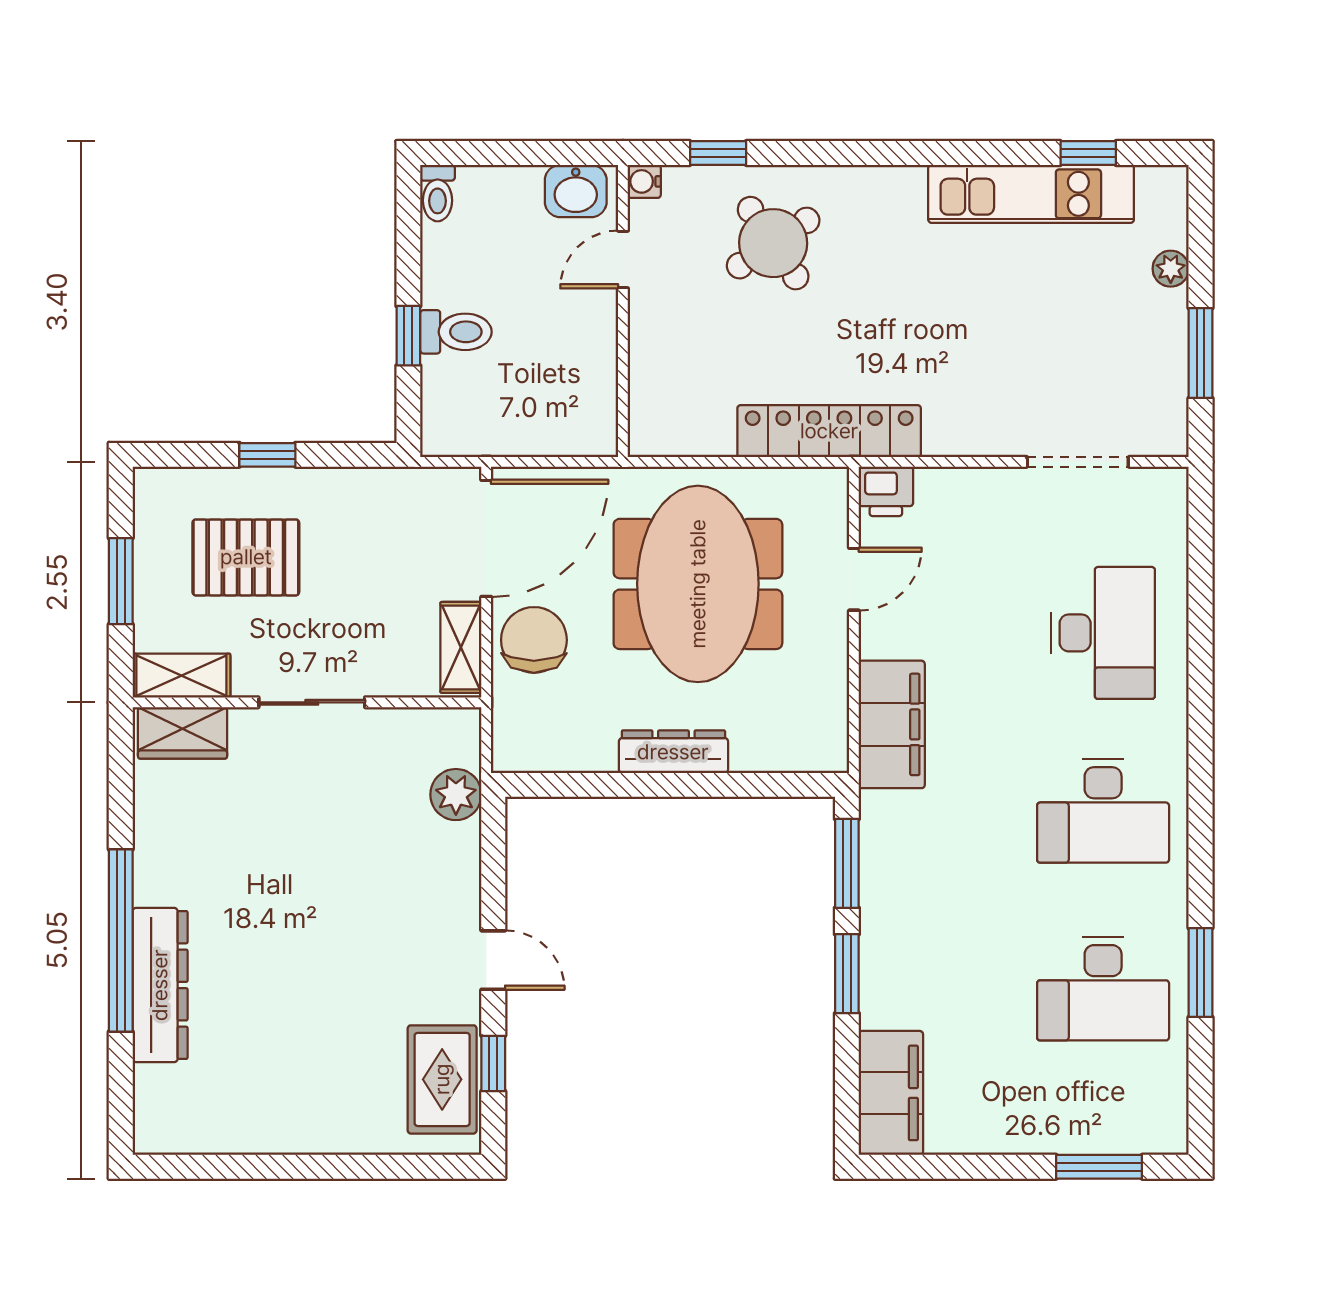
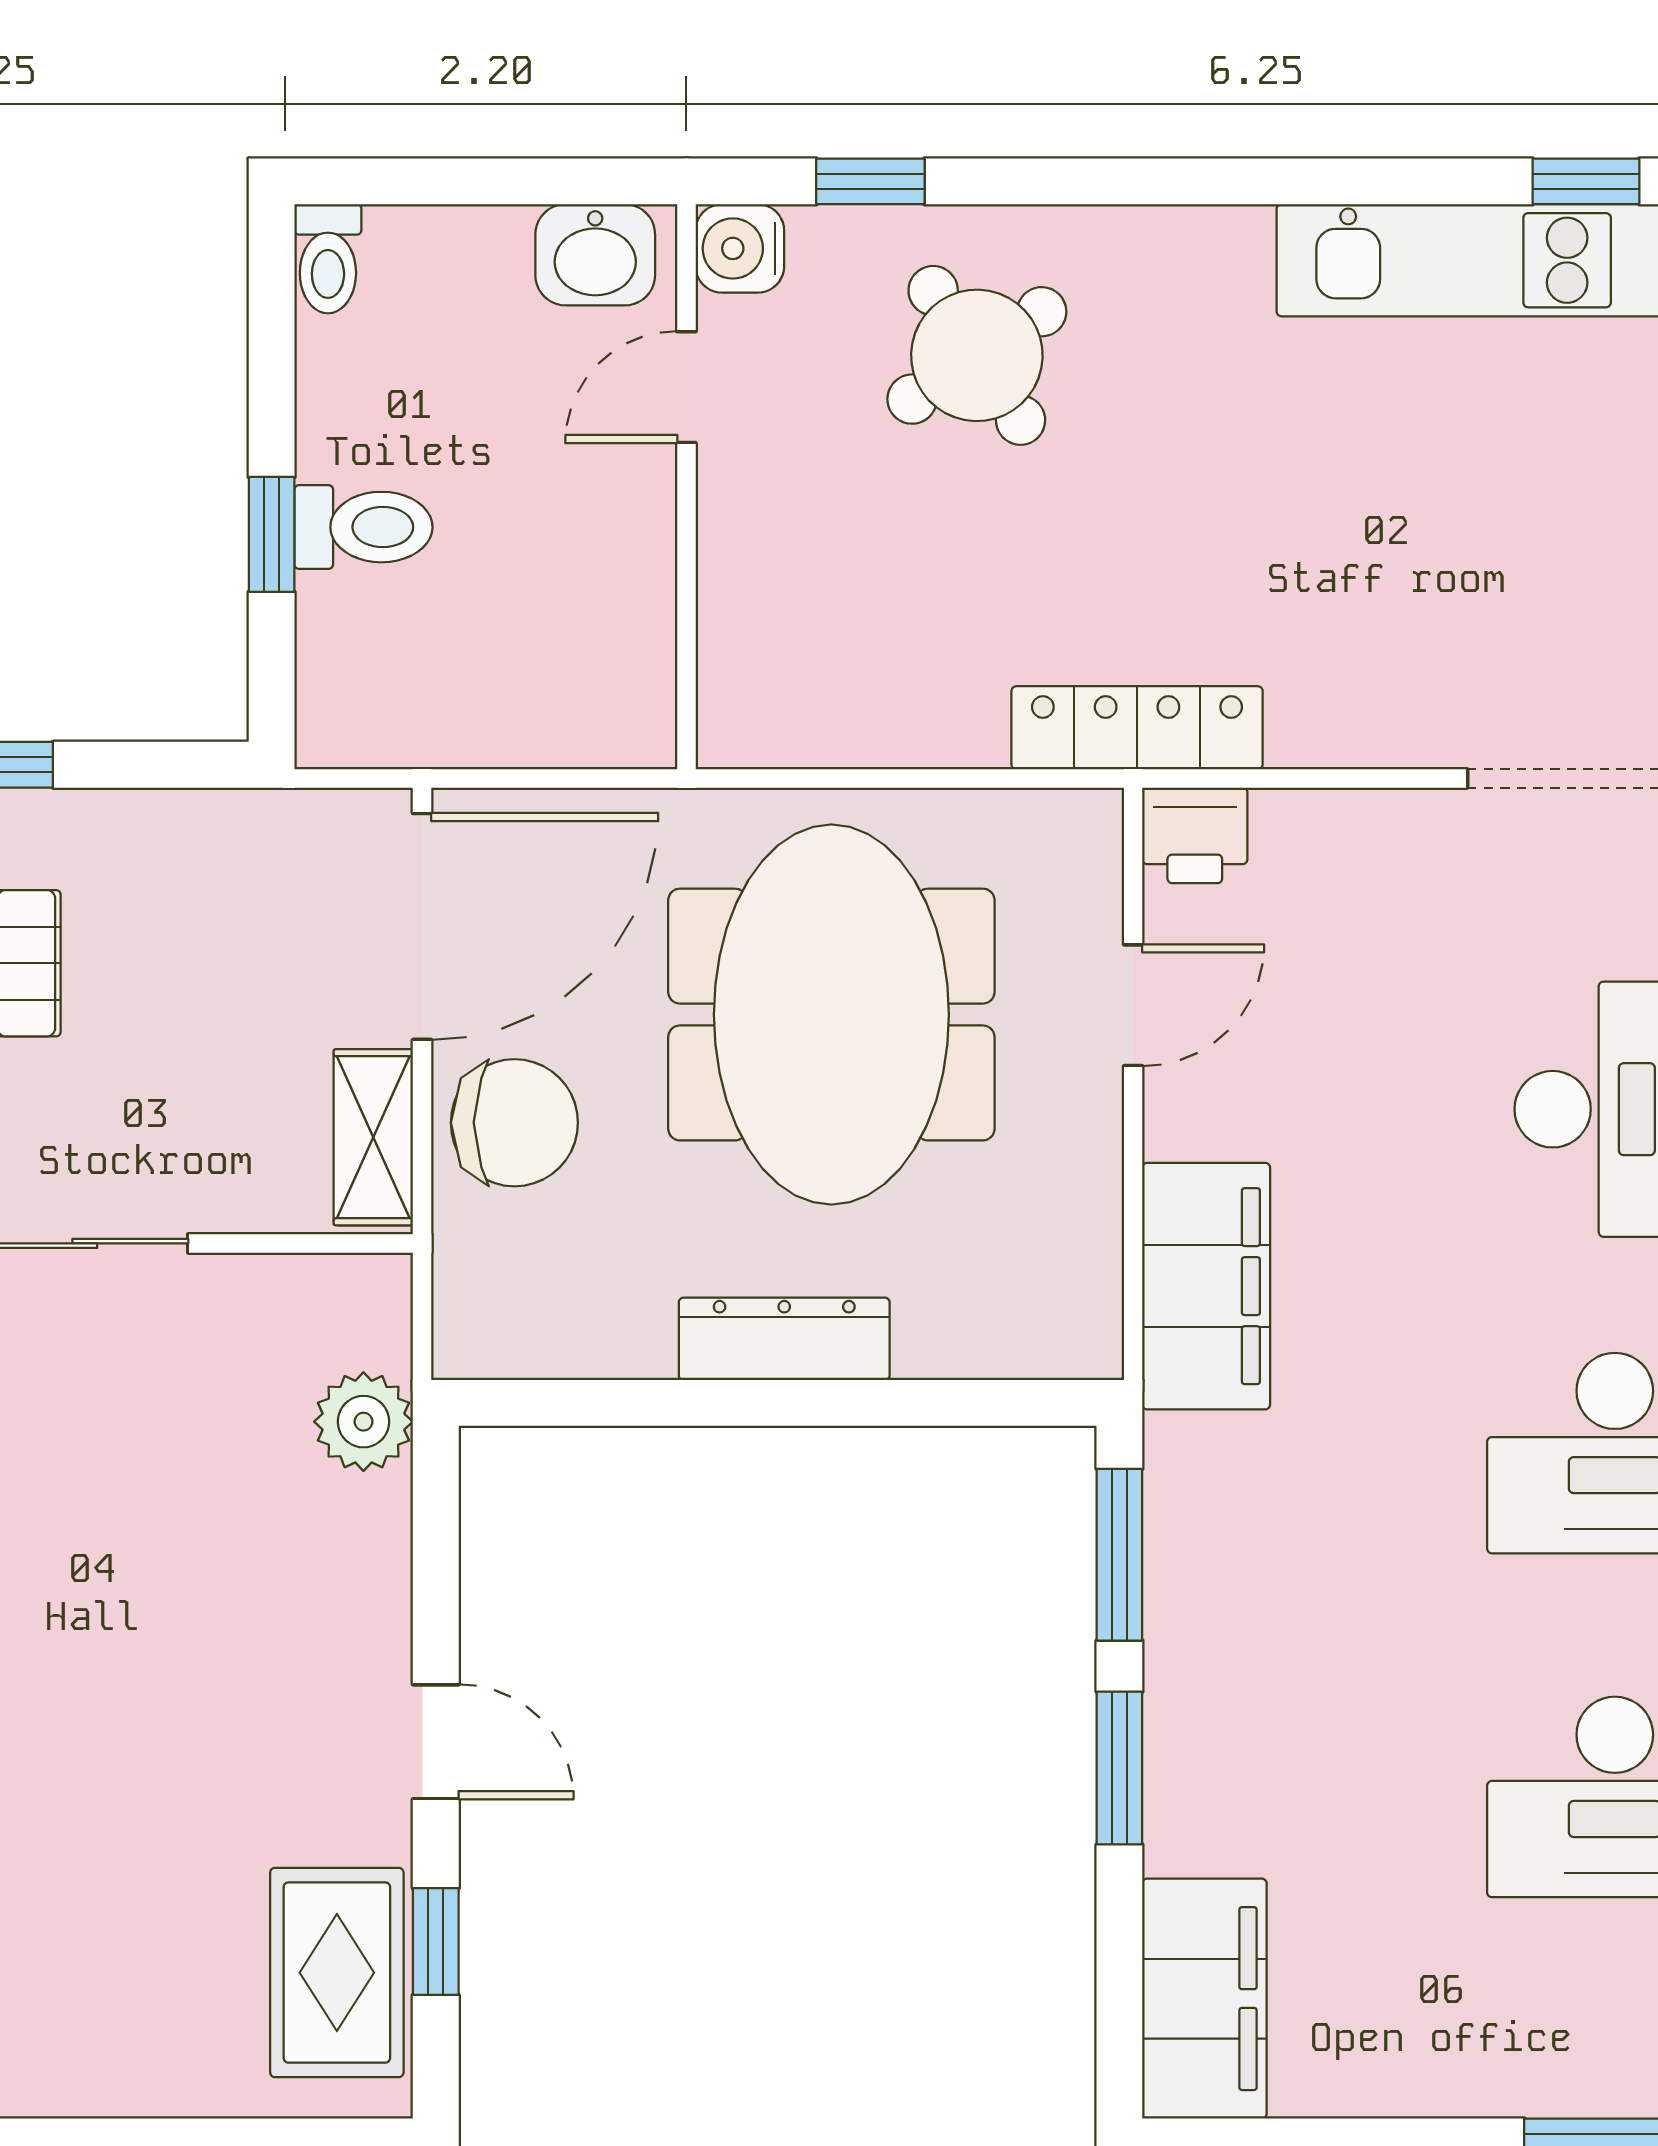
water cooler: (644, 181) -> (740, 248), width x1.38, depth x1.38
locker: (829, 431) -> (1137, 728), width x0.71, depth x0.83
chair: (534, 640) -> (514, 1123), turned 90

